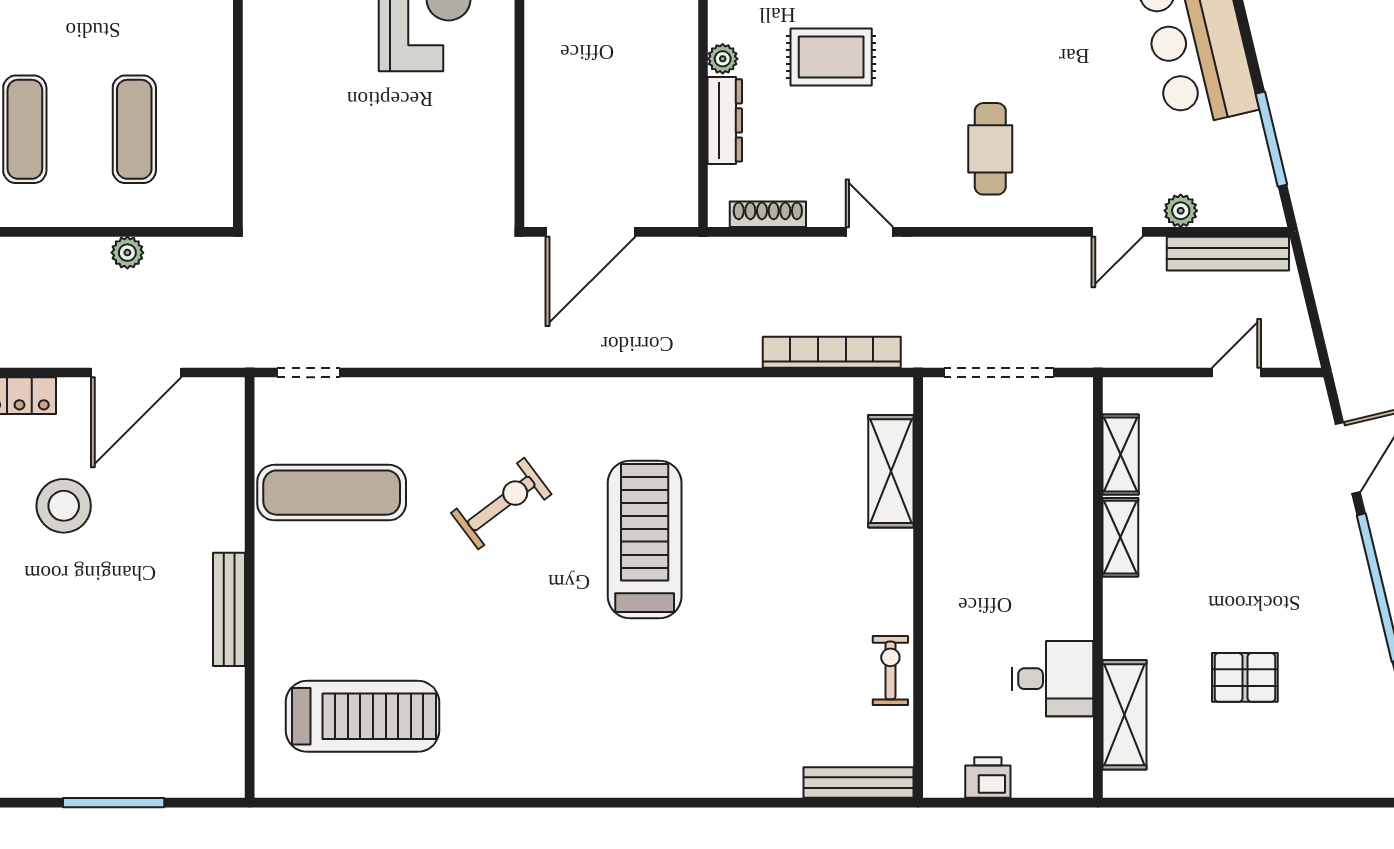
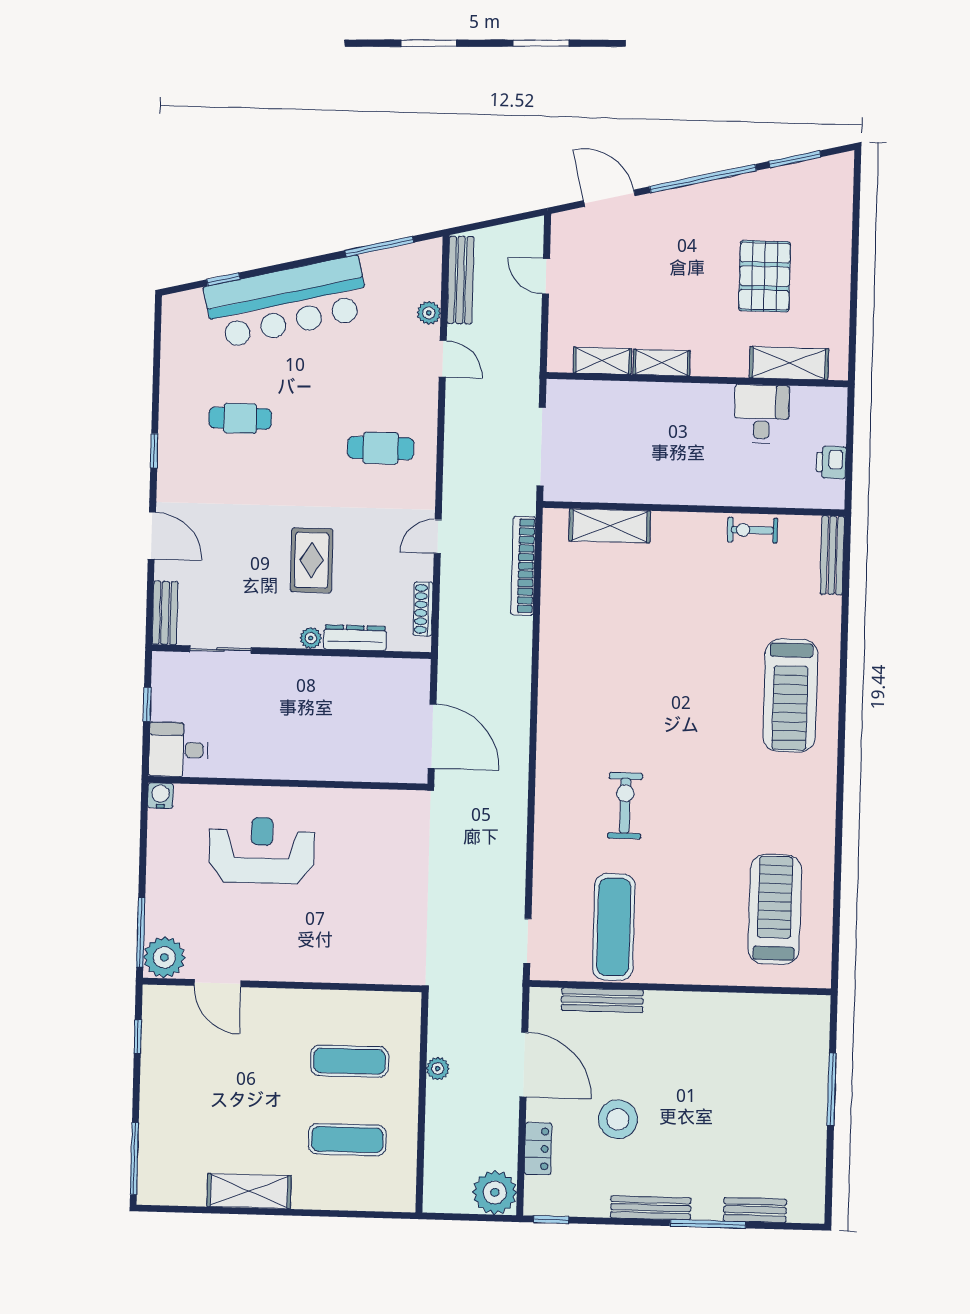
exercise bike: (501, 504) -> (625, 806), turned 37
treadmill: (645, 539) -> (790, 695), moved, turned -90
bench: (229, 609) -> (602, 1000), moved
pallet: (1245, 677) -> (765, 276), width x1.50, depth x1.42

